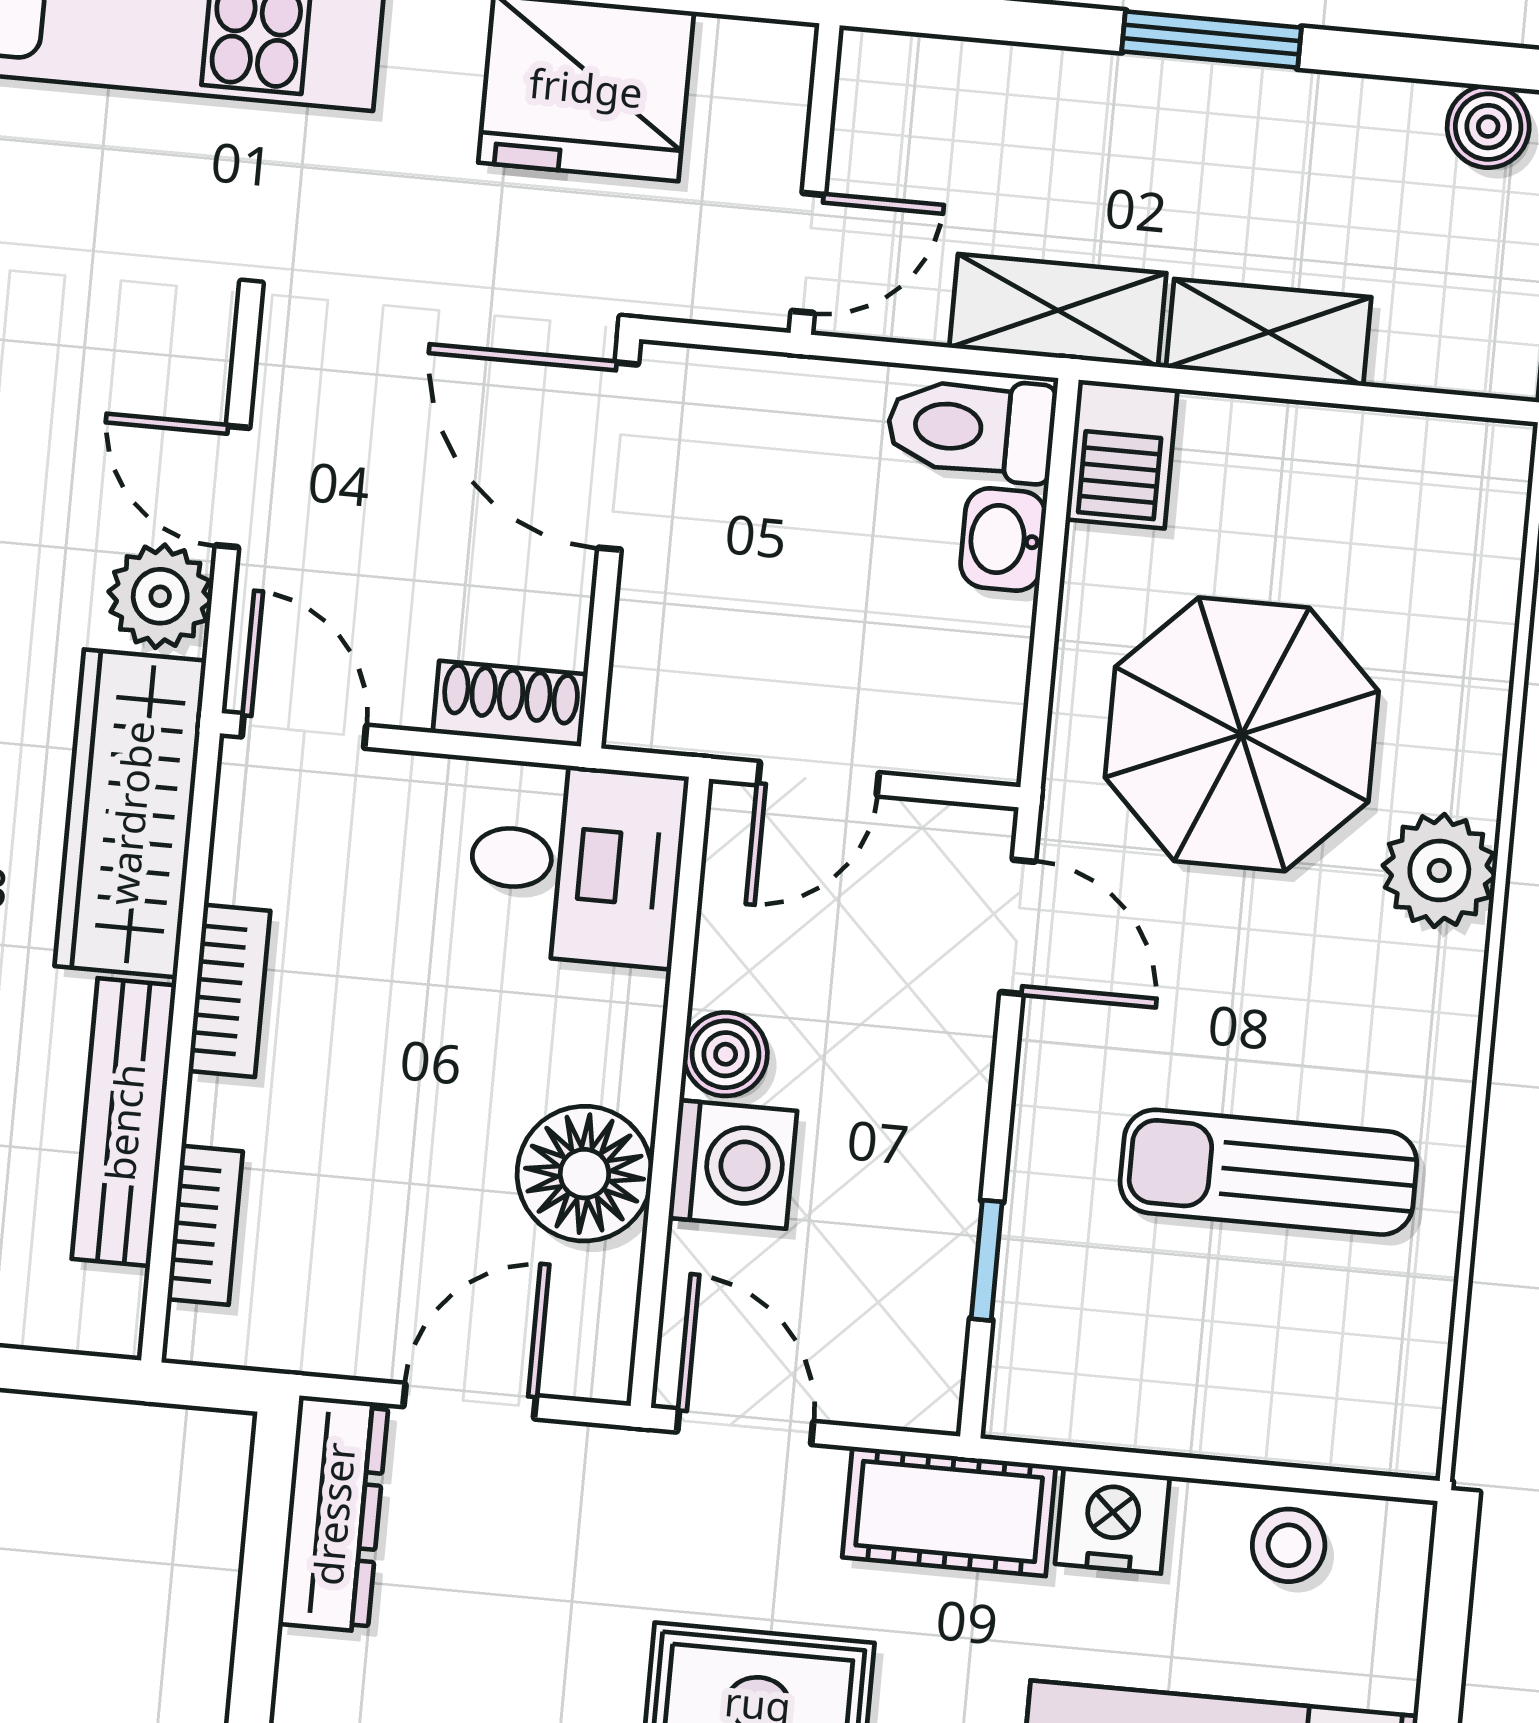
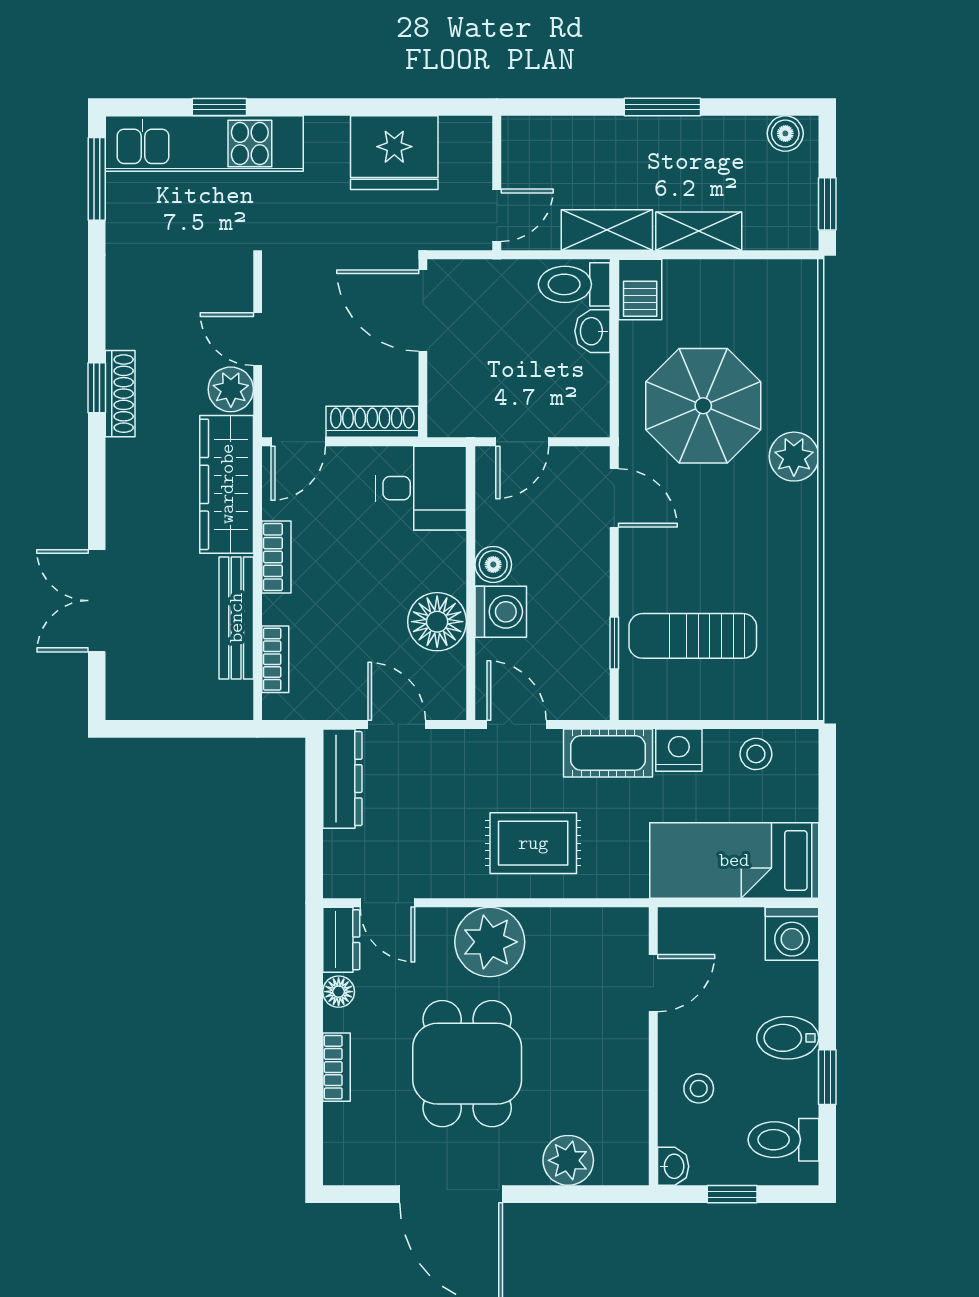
shoe rack: (510, 704) -> (372, 422), width x1.43
door: (304, 731) -> (298, 442), swing flipped
sun lounger: (1268, 1172) -> (693, 636), moved
door: (470, 1401) -> (397, 724), hinge flipped

